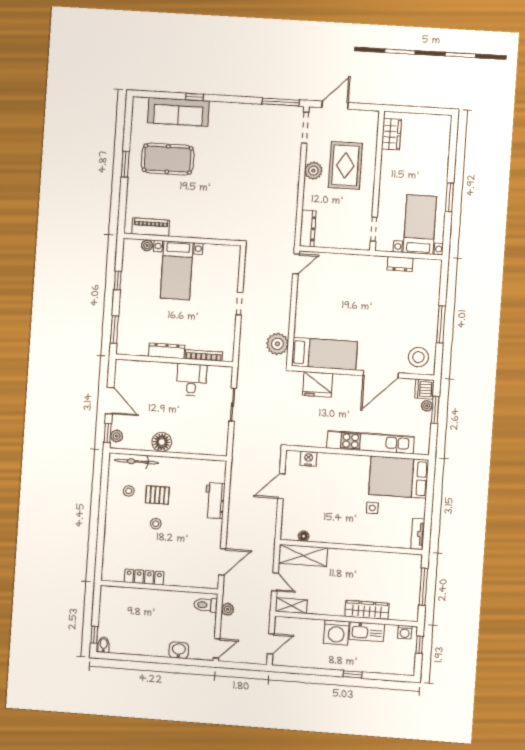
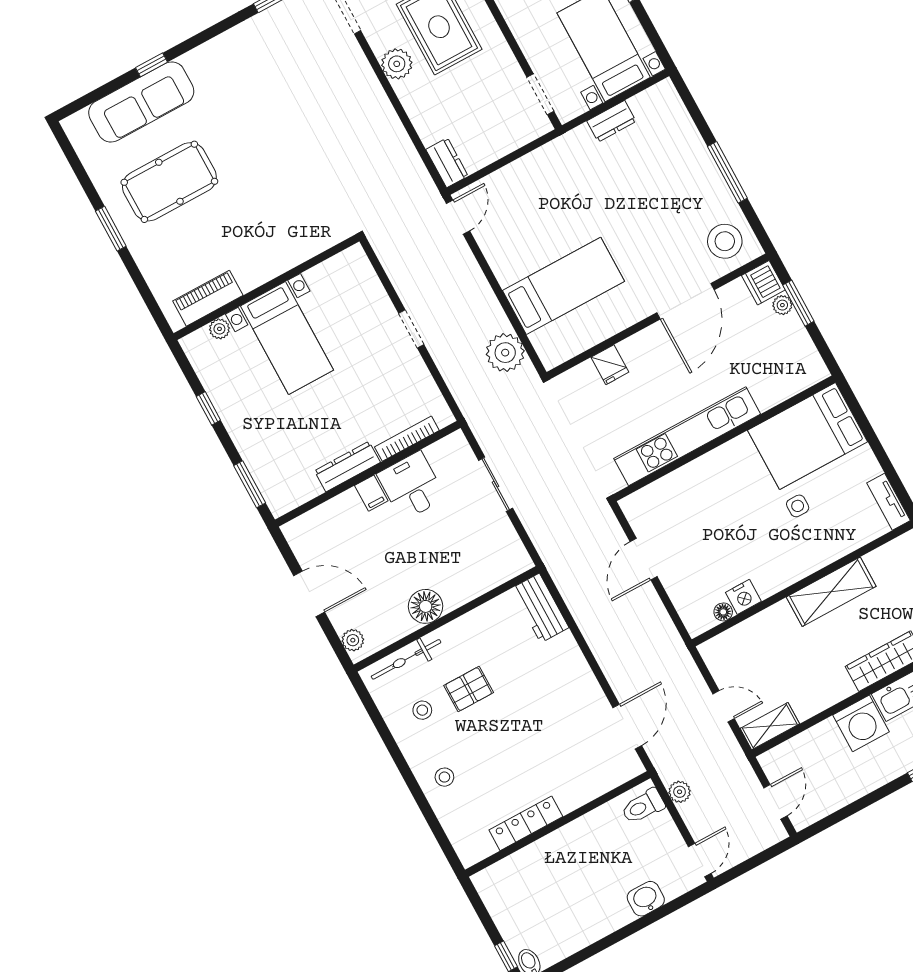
dresser: (308, 229) -> (447, 163), width x0.70
bed: (324, 354) -> (563, 286), moved
filing cabinet: (170, 371) -> (371, 493), added
fridge: (318, 384) -> (610, 365), width x0.53, depth x0.75
window: (108, 433) -> (337, 644), removed
kitchen unit: (370, 442) -> (687, 436), moved
nightstand: (309, 459) -> (743, 597), moved, turned 180
workbench: (215, 501) -> (540, 608), moved
stool: (156, 524) -> (444, 777), moved
shelving: (303, 555) -> (831, 592), moved

